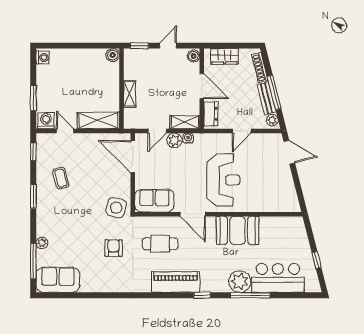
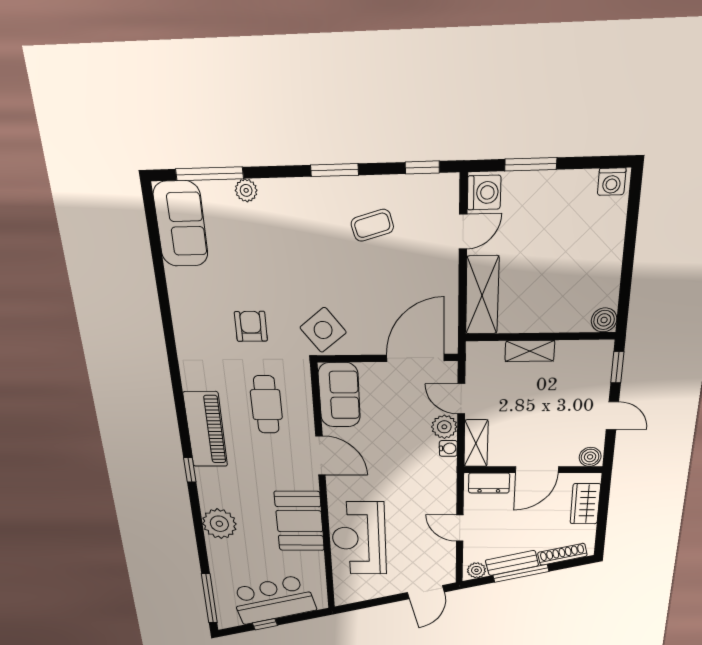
reception desk: (223, 180) -> (359, 538), moved, turned 90
side table: (116, 208) -> (323, 330), turned 37
door: (193, 214) -> (320, 456), swing flipped
armchair: (114, 248) -> (251, 326), turned -90
bar counter: (278, 278) -> (273, 600), moved, turned -104
window: (250, 295) -> (209, 598), moved

